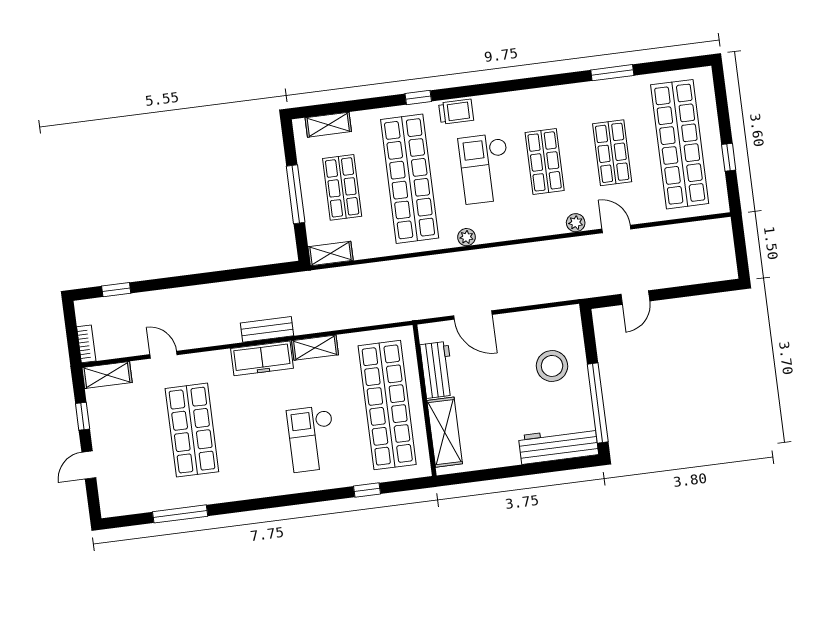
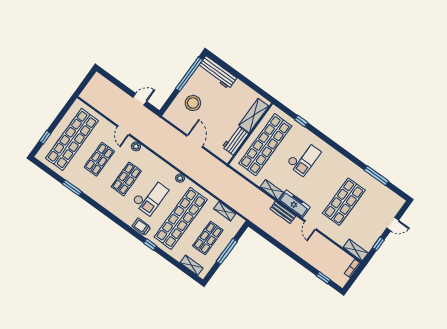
window: (729, 157) -> (45, 137), moved
shelving: (331, 254) -> (225, 211), moved
door: (473, 315) -> (195, 141), moved
door: (163, 355) -> (310, 225), moved

